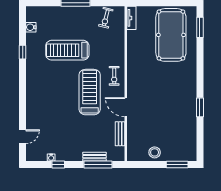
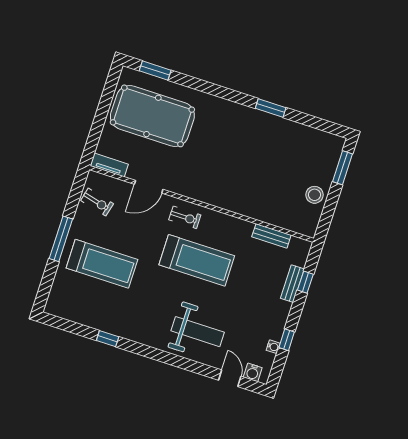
water cooler: (31, 27) -> (253, 372), moved
treadmill: (67, 50) -> (102, 264), moved, turned -90
treadmill: (90, 92) -> (197, 260), turned 180
weight bench: (45, 107) -> (198, 332), added
door: (126, 107) -> (149, 187), moved
window: (98, 164) -> (305, 282), width x0.46

